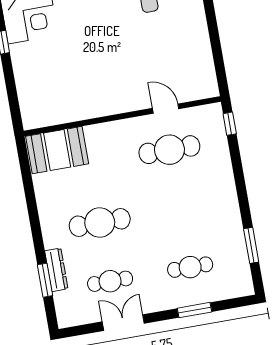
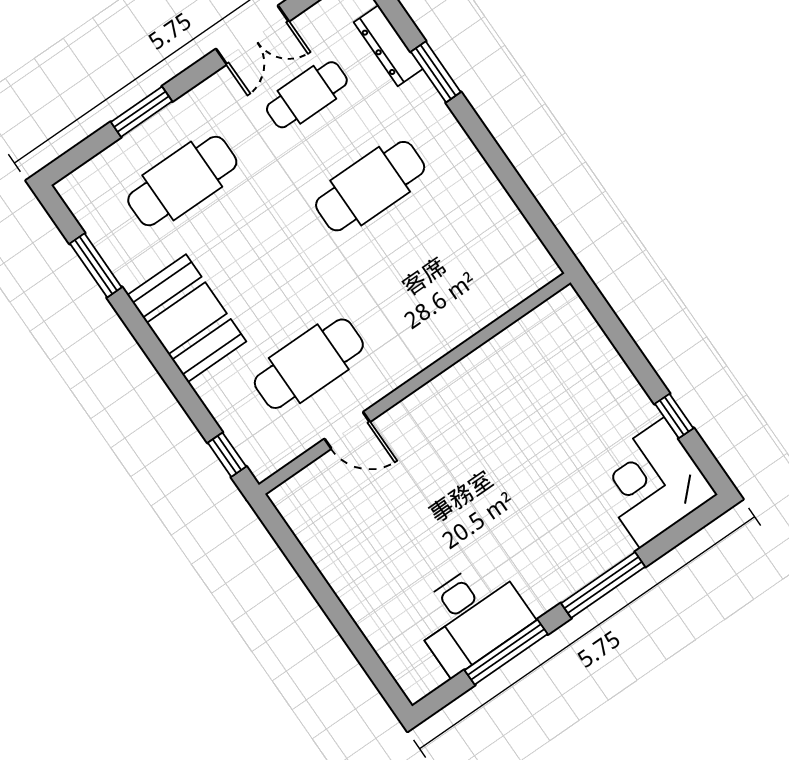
booth: (57, 150) -> (187, 318), moved, turned 90
cafe table: (190, 267) -> (182, 181), width x1.37, depth x1.35
dresser: (56, 270) -> (388, 46), moved
window: (45, 280) -> (436, 72), moved

